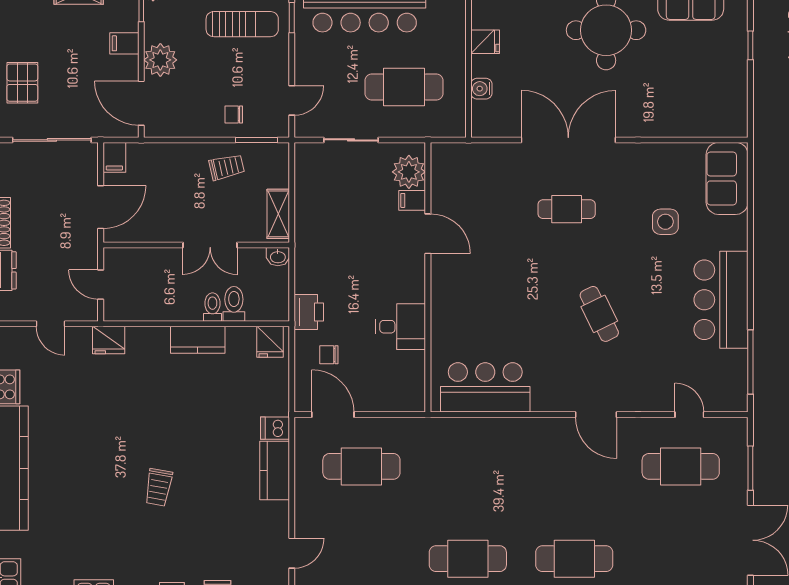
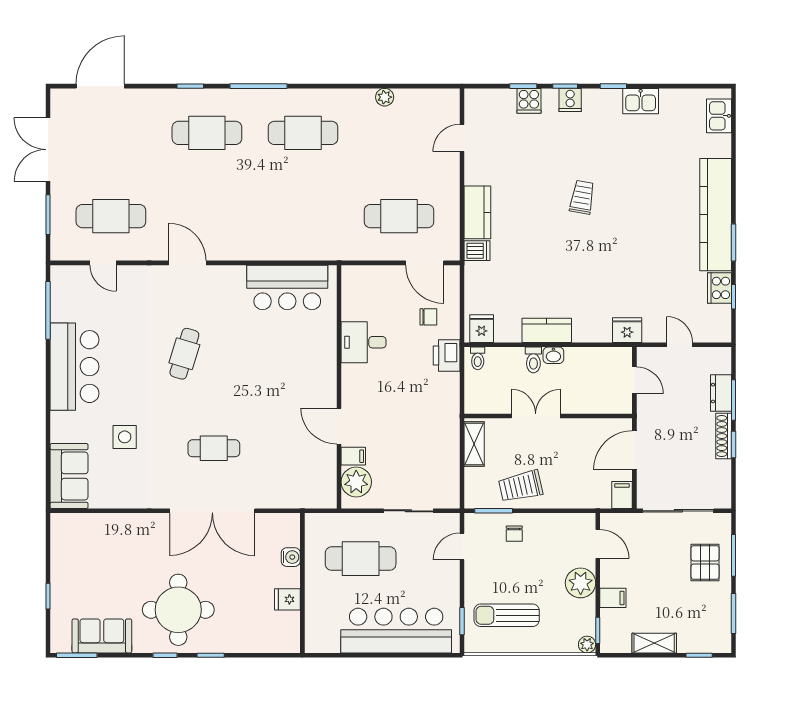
door: (141, 103) -> (598, 544), width x0.73
chair: (234, 115) -> (514, 534), turned 90
trolley: (227, 167) -> (521, 486), width x1.36, depth x1.39
washbasin: (278, 257) -> (553, 355), moved, turned 180
toilet: (234, 304) -> (478, 358), moved, width x0.73, depth x0.72
cafe table: (599, 314) -> (184, 354), turned 43

